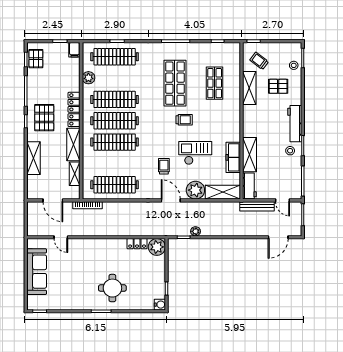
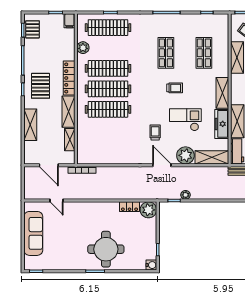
shop shelf: (175, 83) -> (166, 53), width x0.70, depth x0.74
shelving: (234, 125) -> (222, 93), added
clothes rail: (115, 185) -> (108, 150), removed
round table: (112, 288) -> (106, 249), width x1.36, depth x1.36

